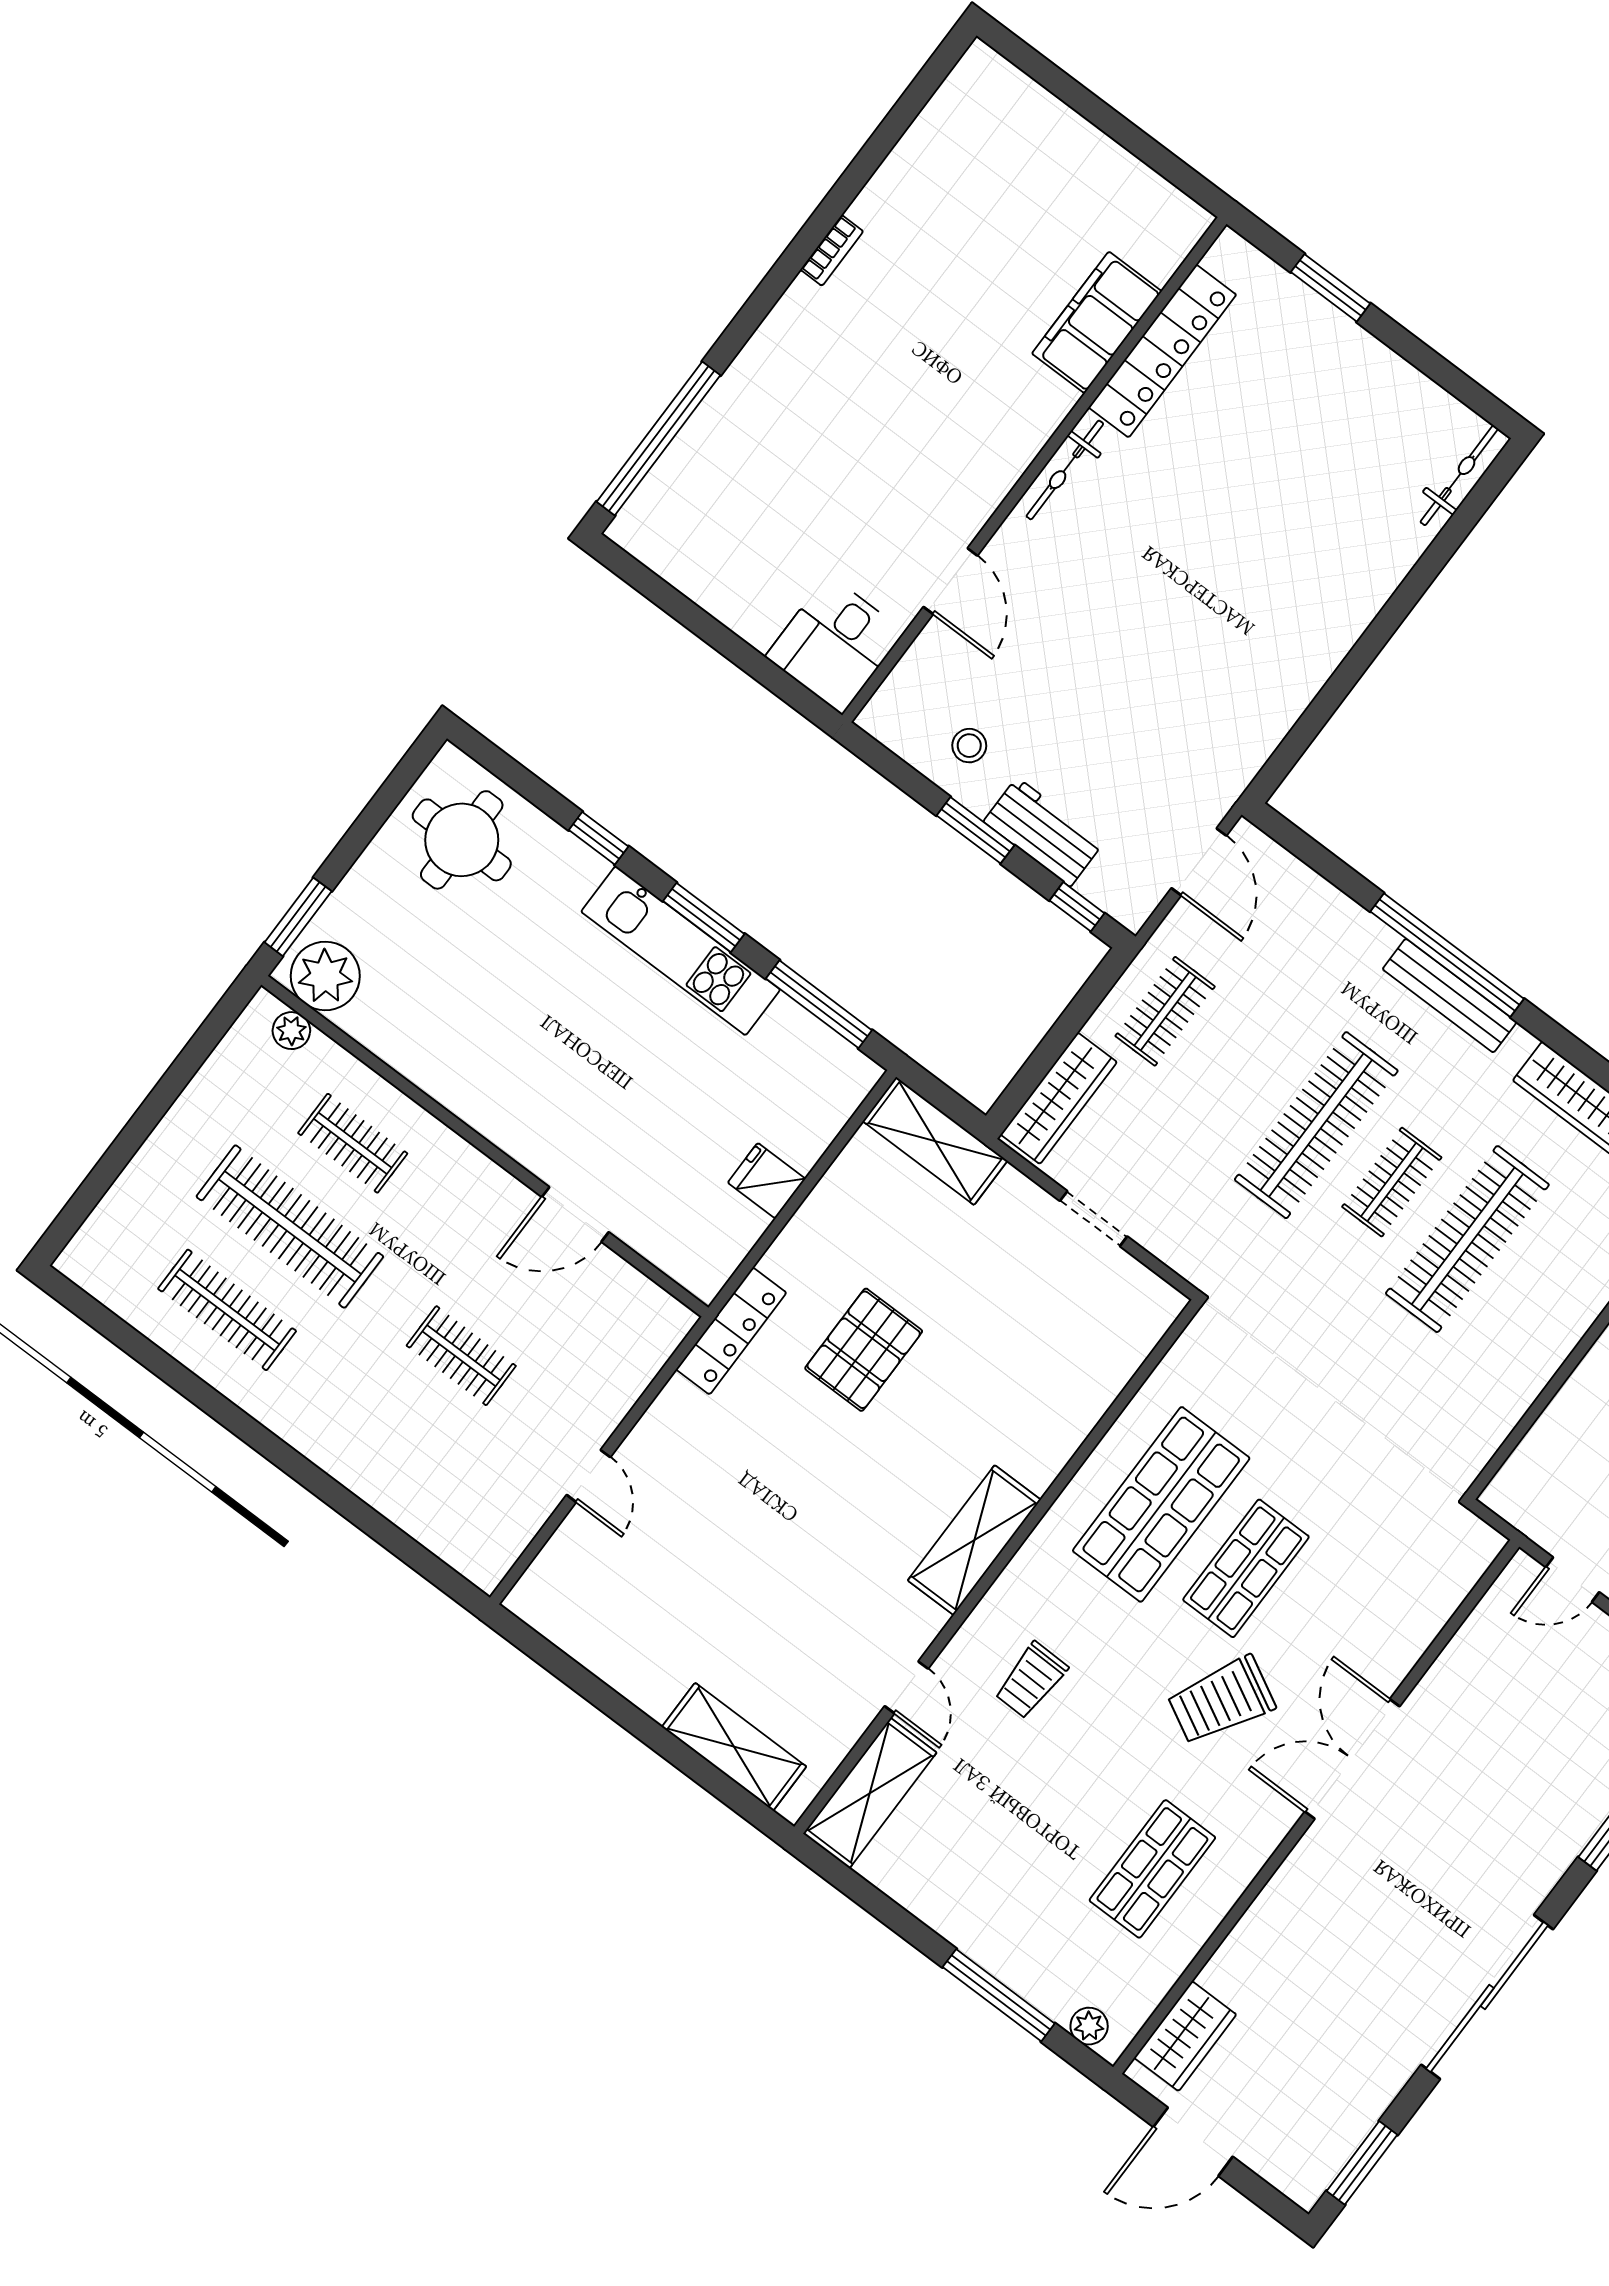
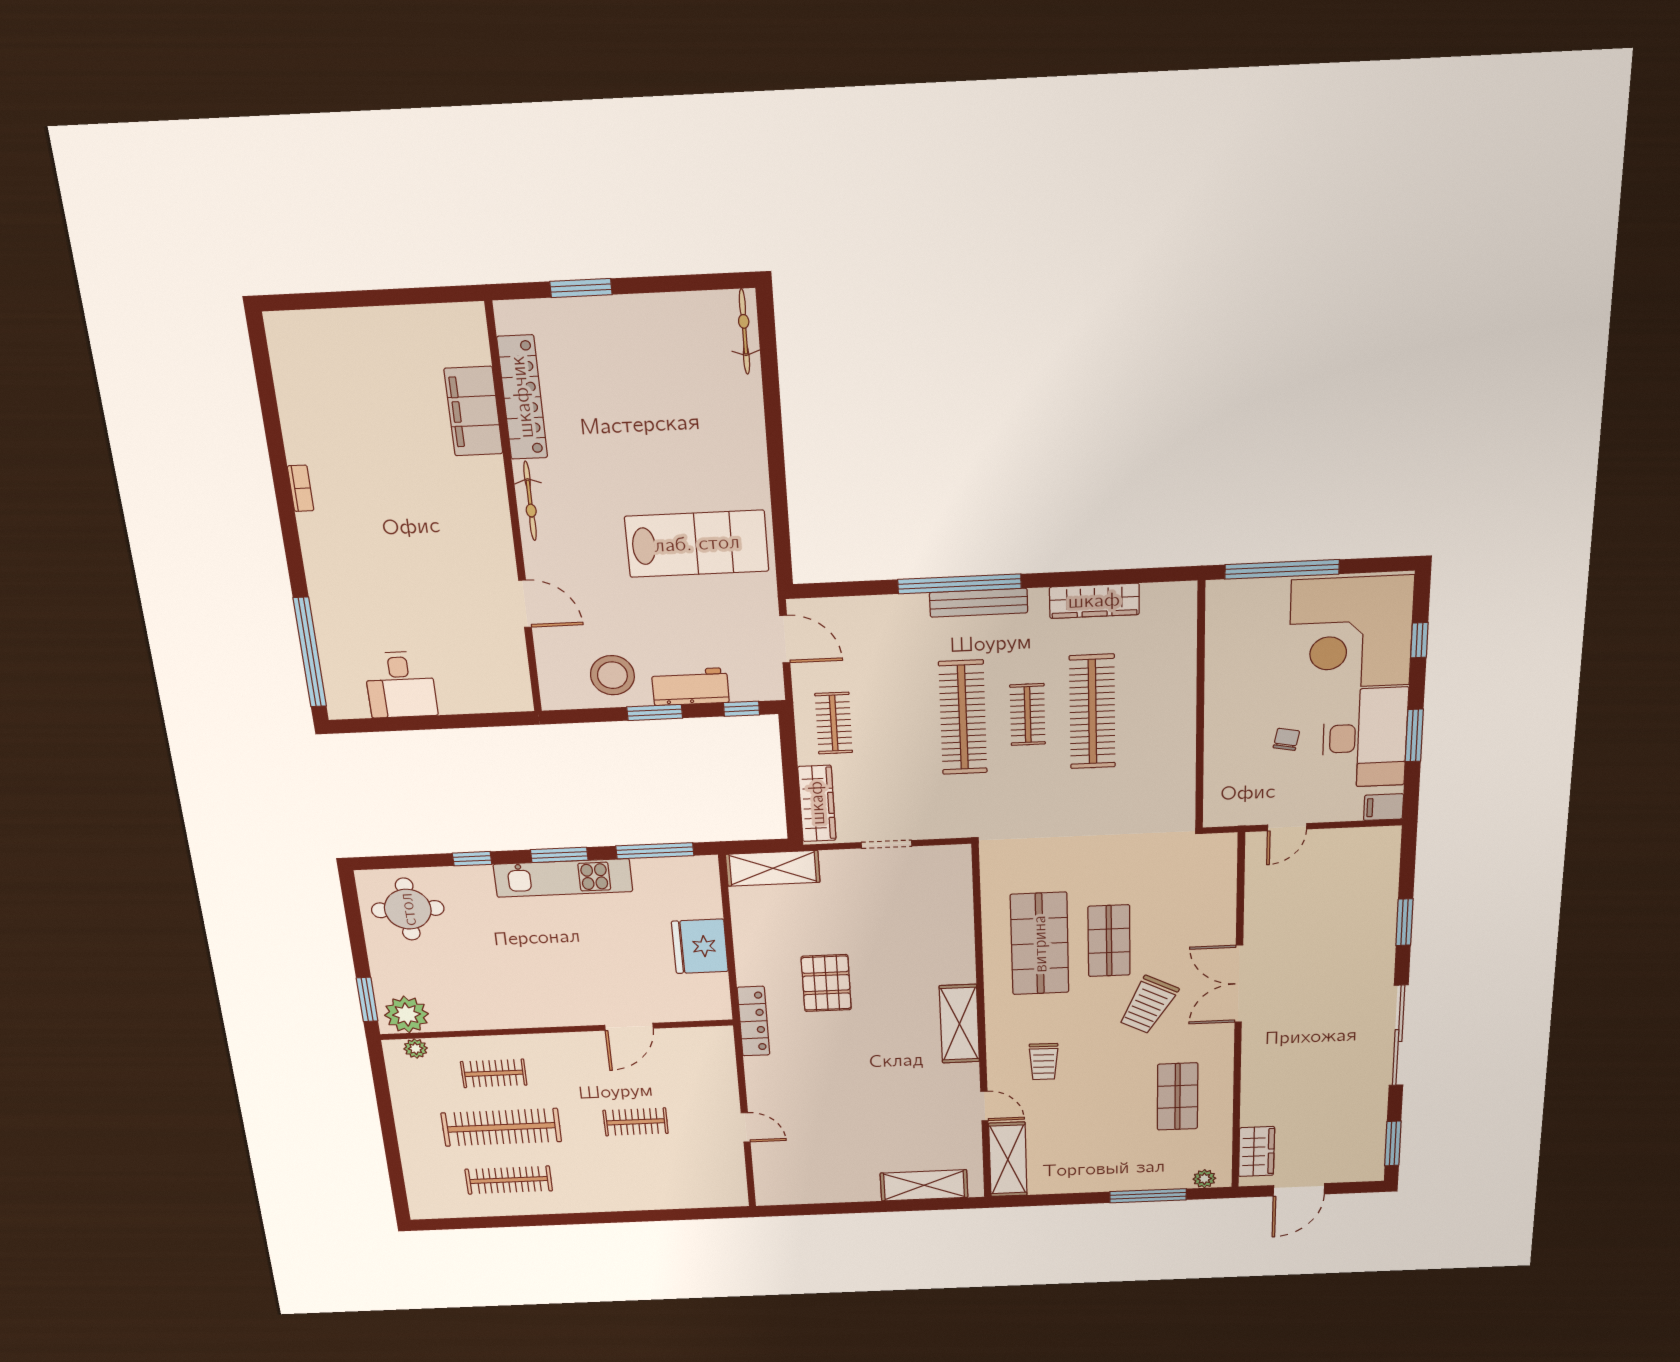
desk: (835, 644) -> (401, 685), moved
lab bench: (1201, 669) -> (697, 544), added
stool: (969, 746) -> (612, 675), width x1.89, depth x1.89
fridge: (767, 1181) -> (700, 946), width x1.88, depth x1.34

